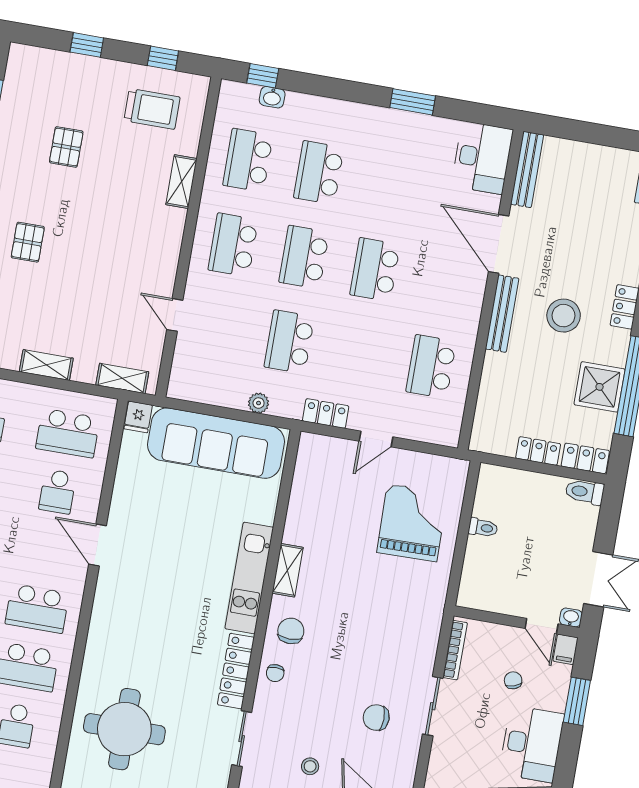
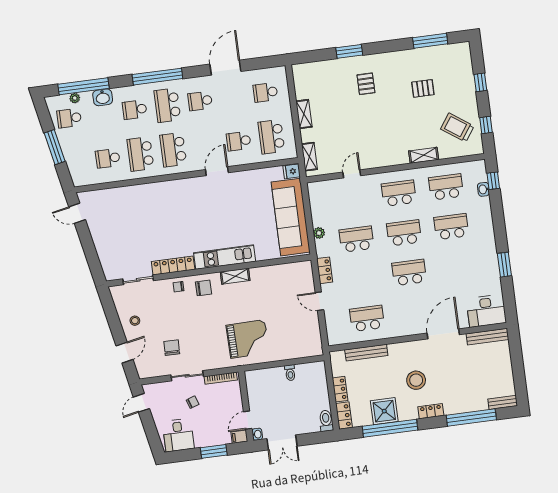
trolley: (152, 109) -> (457, 128), turned 125
pallet: (28, 242) -> (366, 84), turned 90
bench: (502, 314) -> (366, 353), moved
grand piano: (412, 523) -> (248, 339), moved
chair: (513, 680) -> (193, 402), moved
round table: (124, 729) -> (124, 216), removed
desk: (532, 744) -> (178, 435), width x0.73

